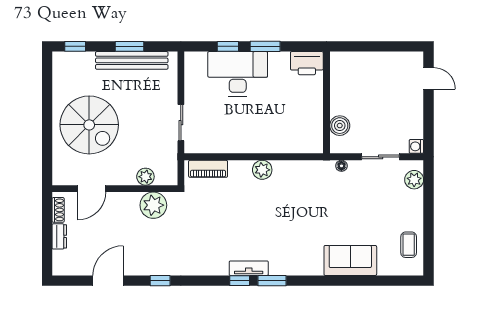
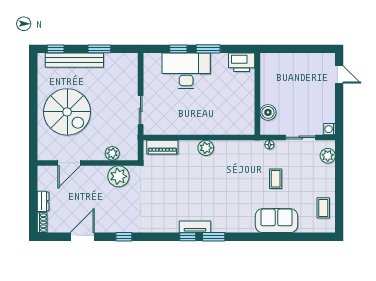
bench: (132, 60) -> (74, 60), moved
coffee table: (349, 208) -> (276, 179), added
shoe rack: (58, 210) -> (42, 223), moved

